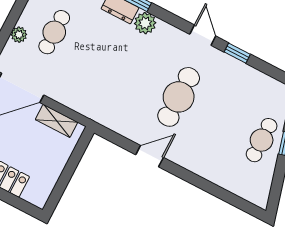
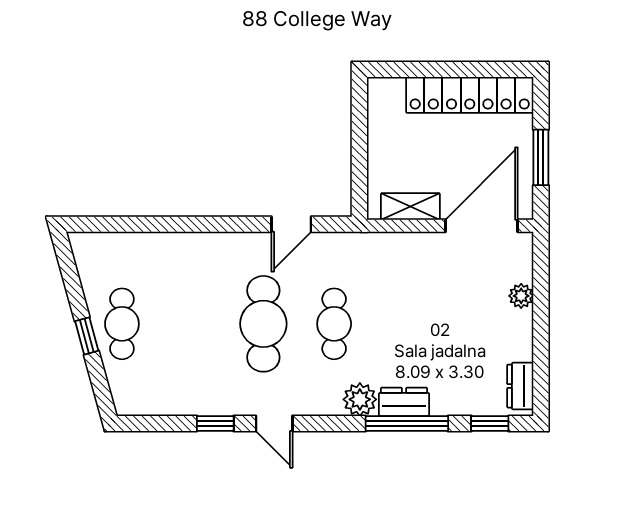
cafe table: (54, 32) -> (334, 324), moved
door: (150, 156) -> (291, 224), moved

